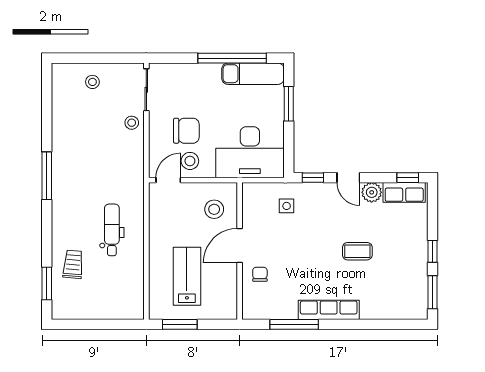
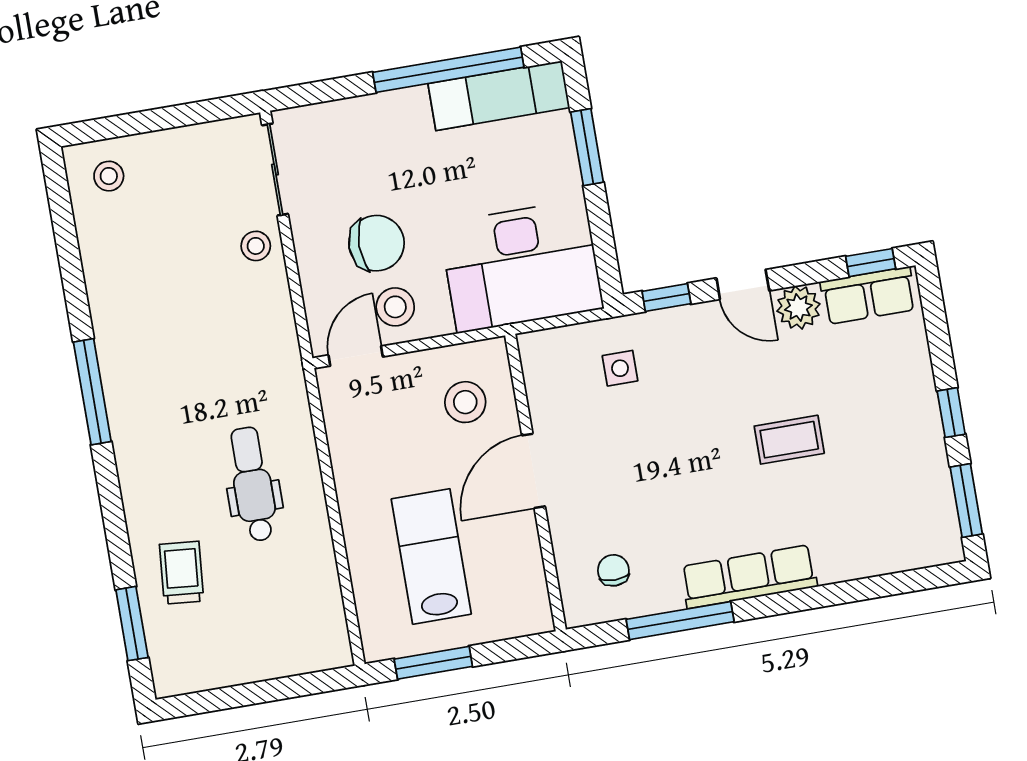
stool: (92, 82) -> (109, 176), moved
chair: (260, 274) -> (613, 570), moved

